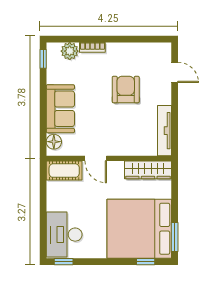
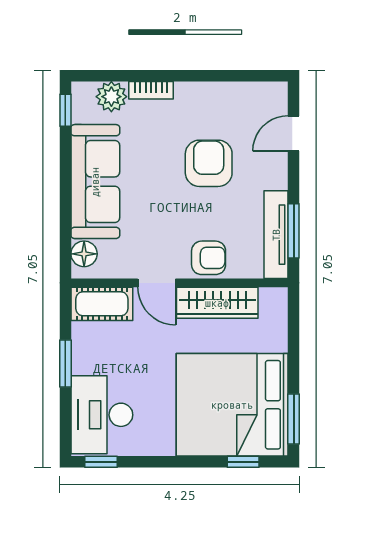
door: (175, 72) -> (294, 134), swing flipped
sofa: (60, 109) -> (95, 182), width x1.36
window: (175, 129) -> (294, 231), added
armchair: (126, 144) -> (209, 258), added
wardrobe: (148, 170) -> (217, 303), moved
window: (43, 205) -> (65, 363), added

